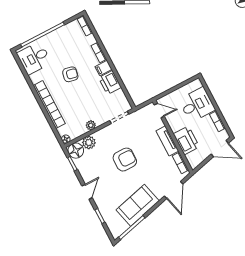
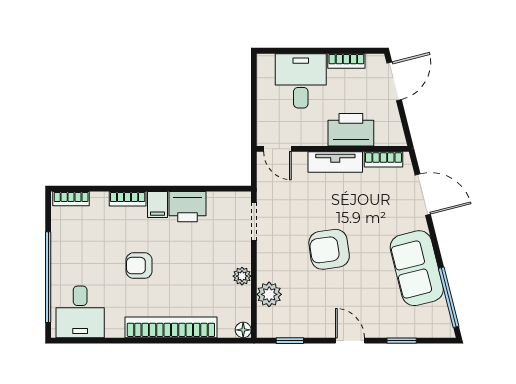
armchair: (70, 74) -> (139, 266), turned -102
door: (159, 111) -> (278, 149), swing flipped
floor lamp: (76, 151) -> (271, 323), removed
armchair: (125, 160) -> (329, 249), turned -98

